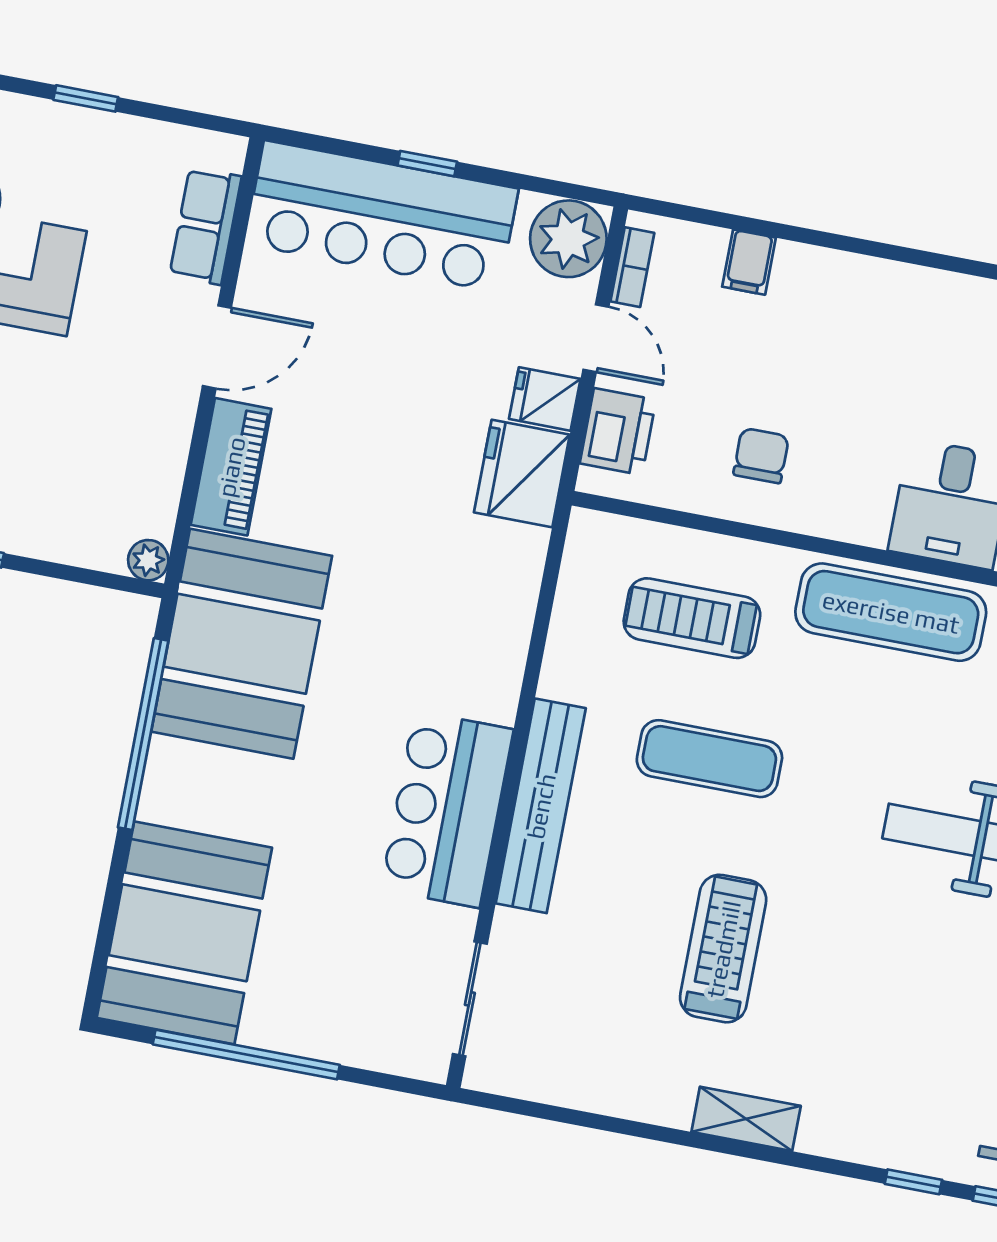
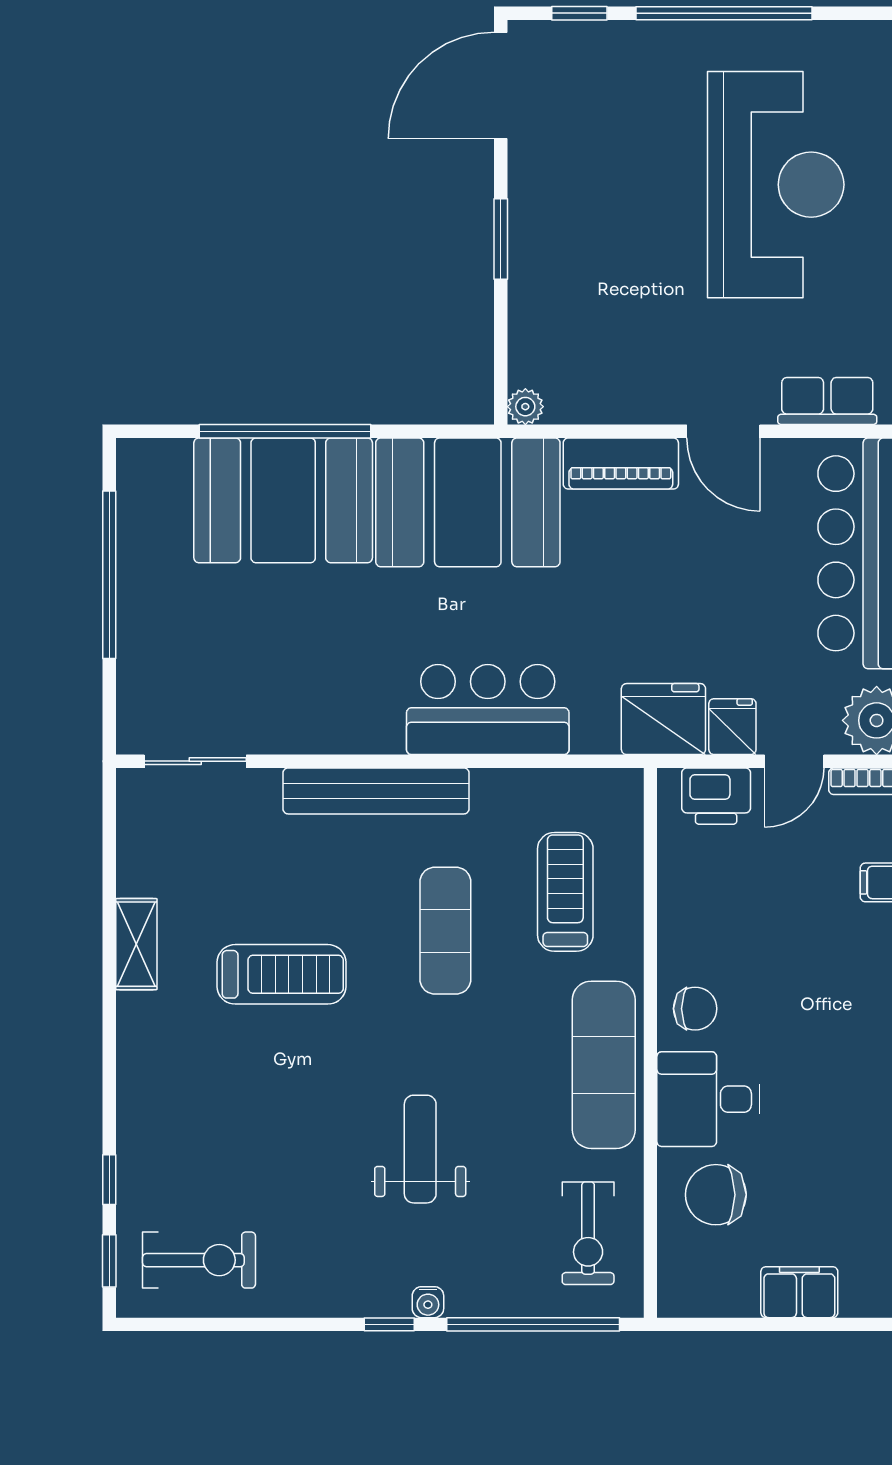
chair: (761, 456) -> (695, 1009), moved
window: (143, 734) -> (285, 431), moved
bar counter: (447, 809) -> (488, 709), moved
booth: (184, 933) -> (283, 500), moved
shelving: (746, 1119) -> (136, 944), moved

